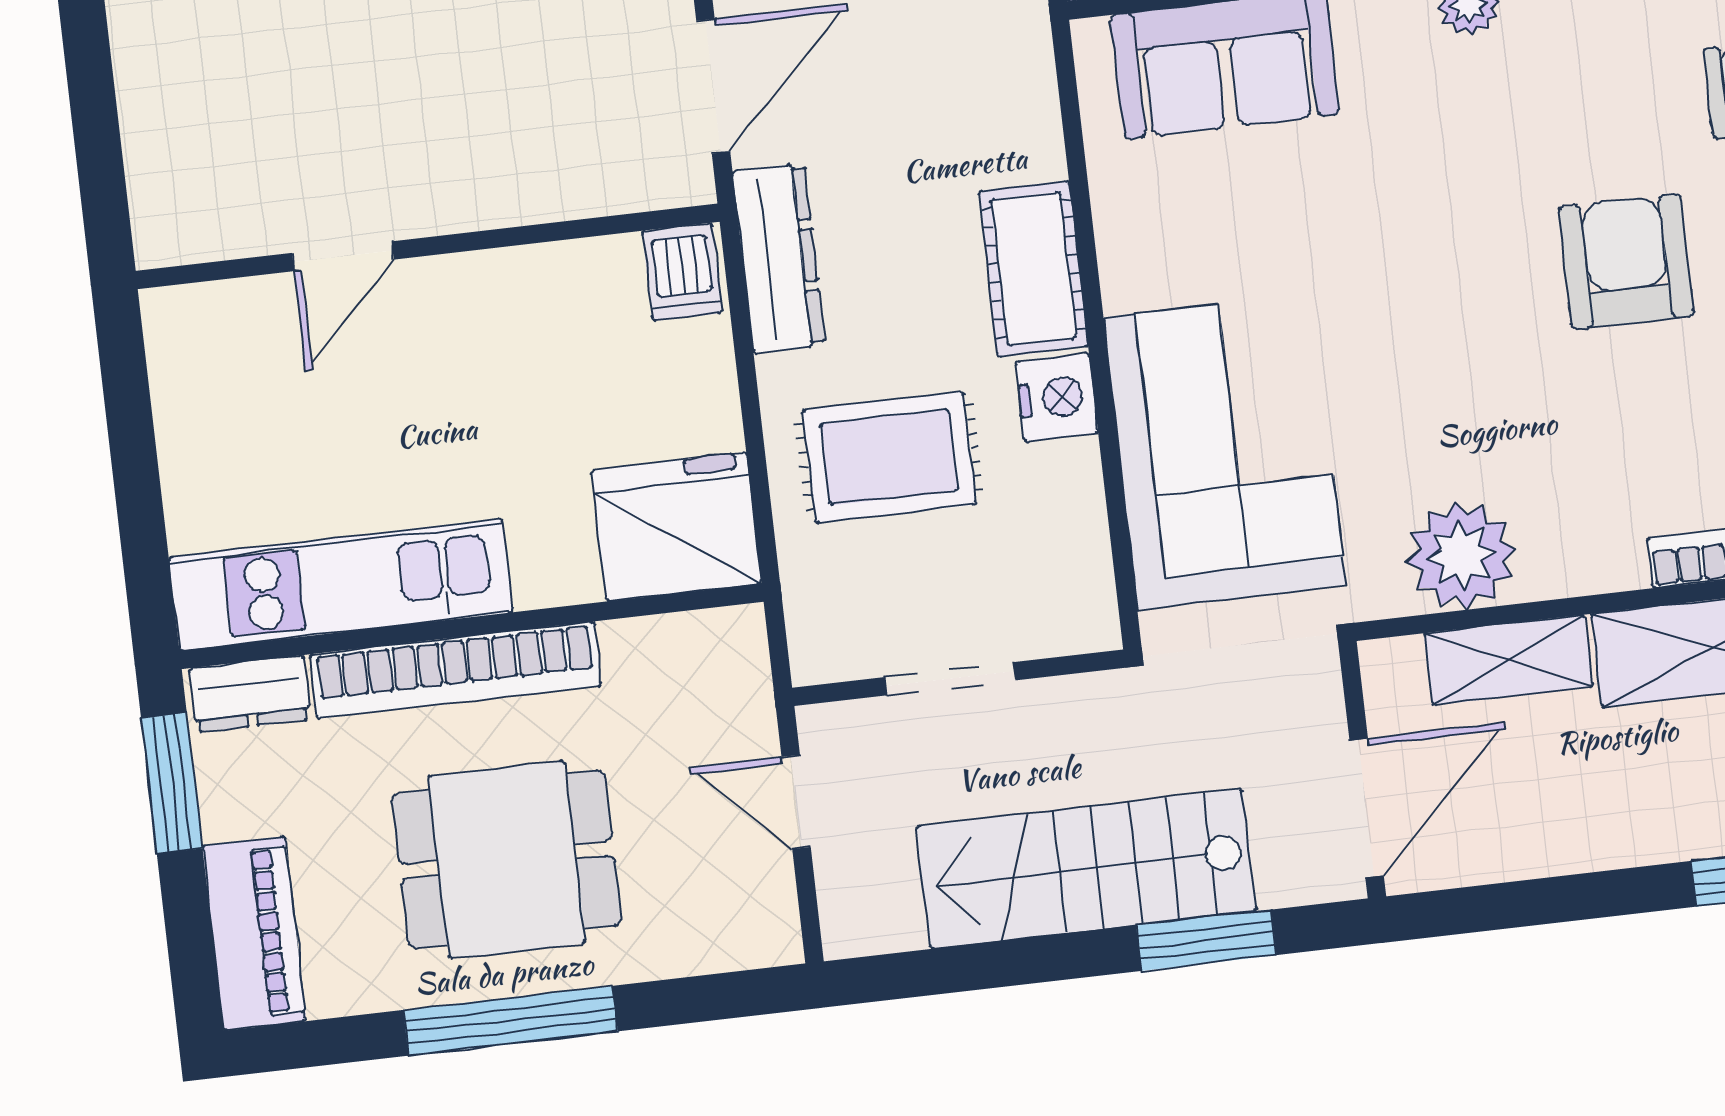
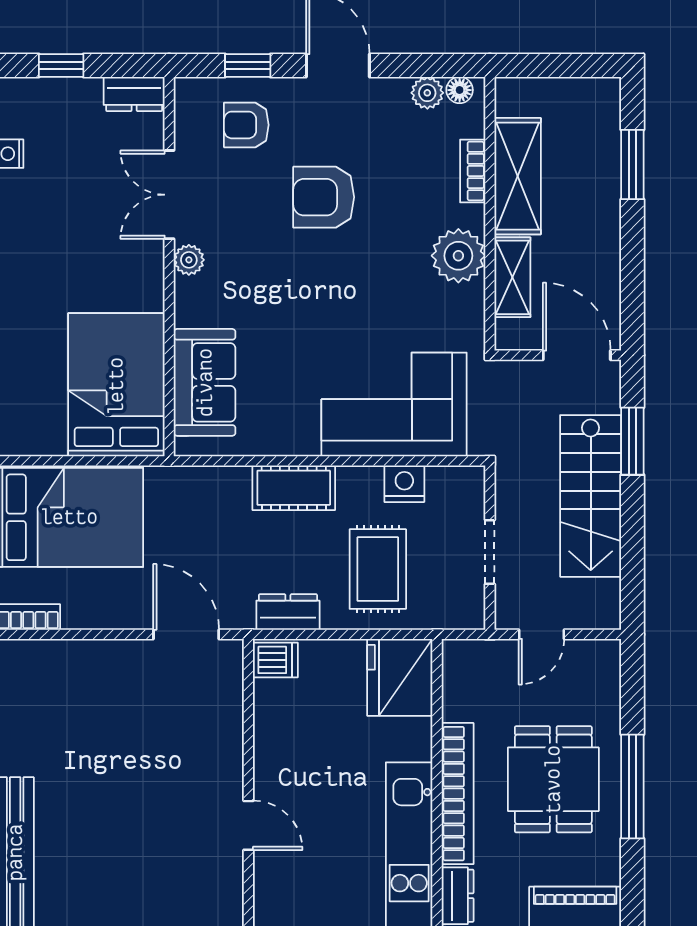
dresser: (779, 258) -> (288, 612), width x0.70
nightstand: (1057, 397) -> (404, 484), moved
plant: (1461, 555) -> (458, 256), moved

